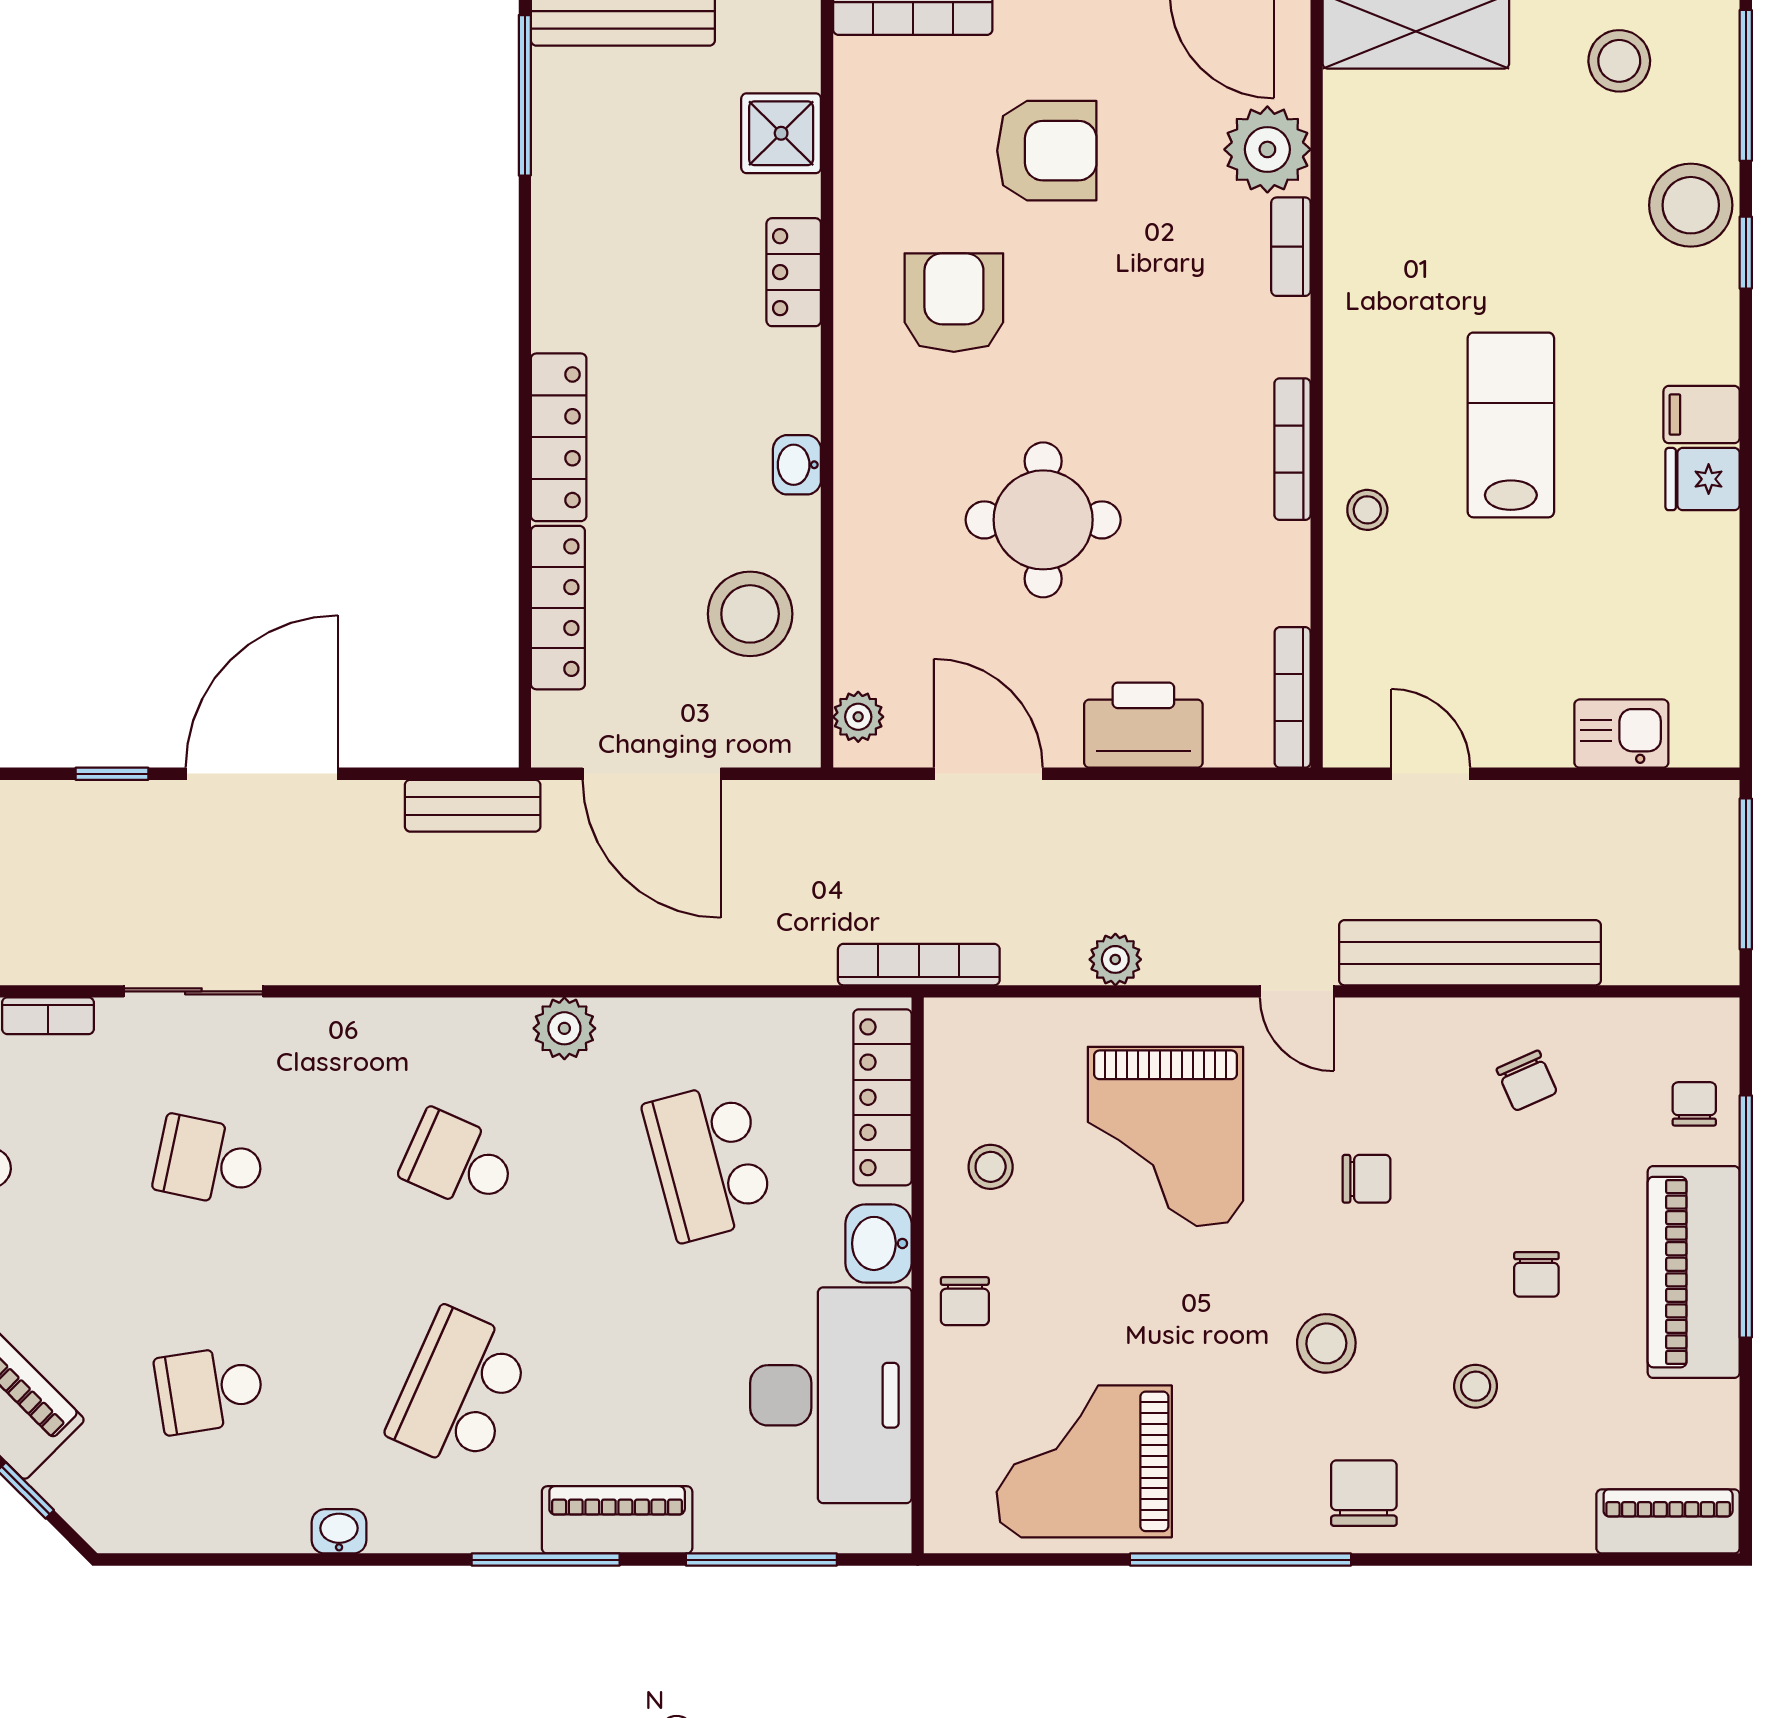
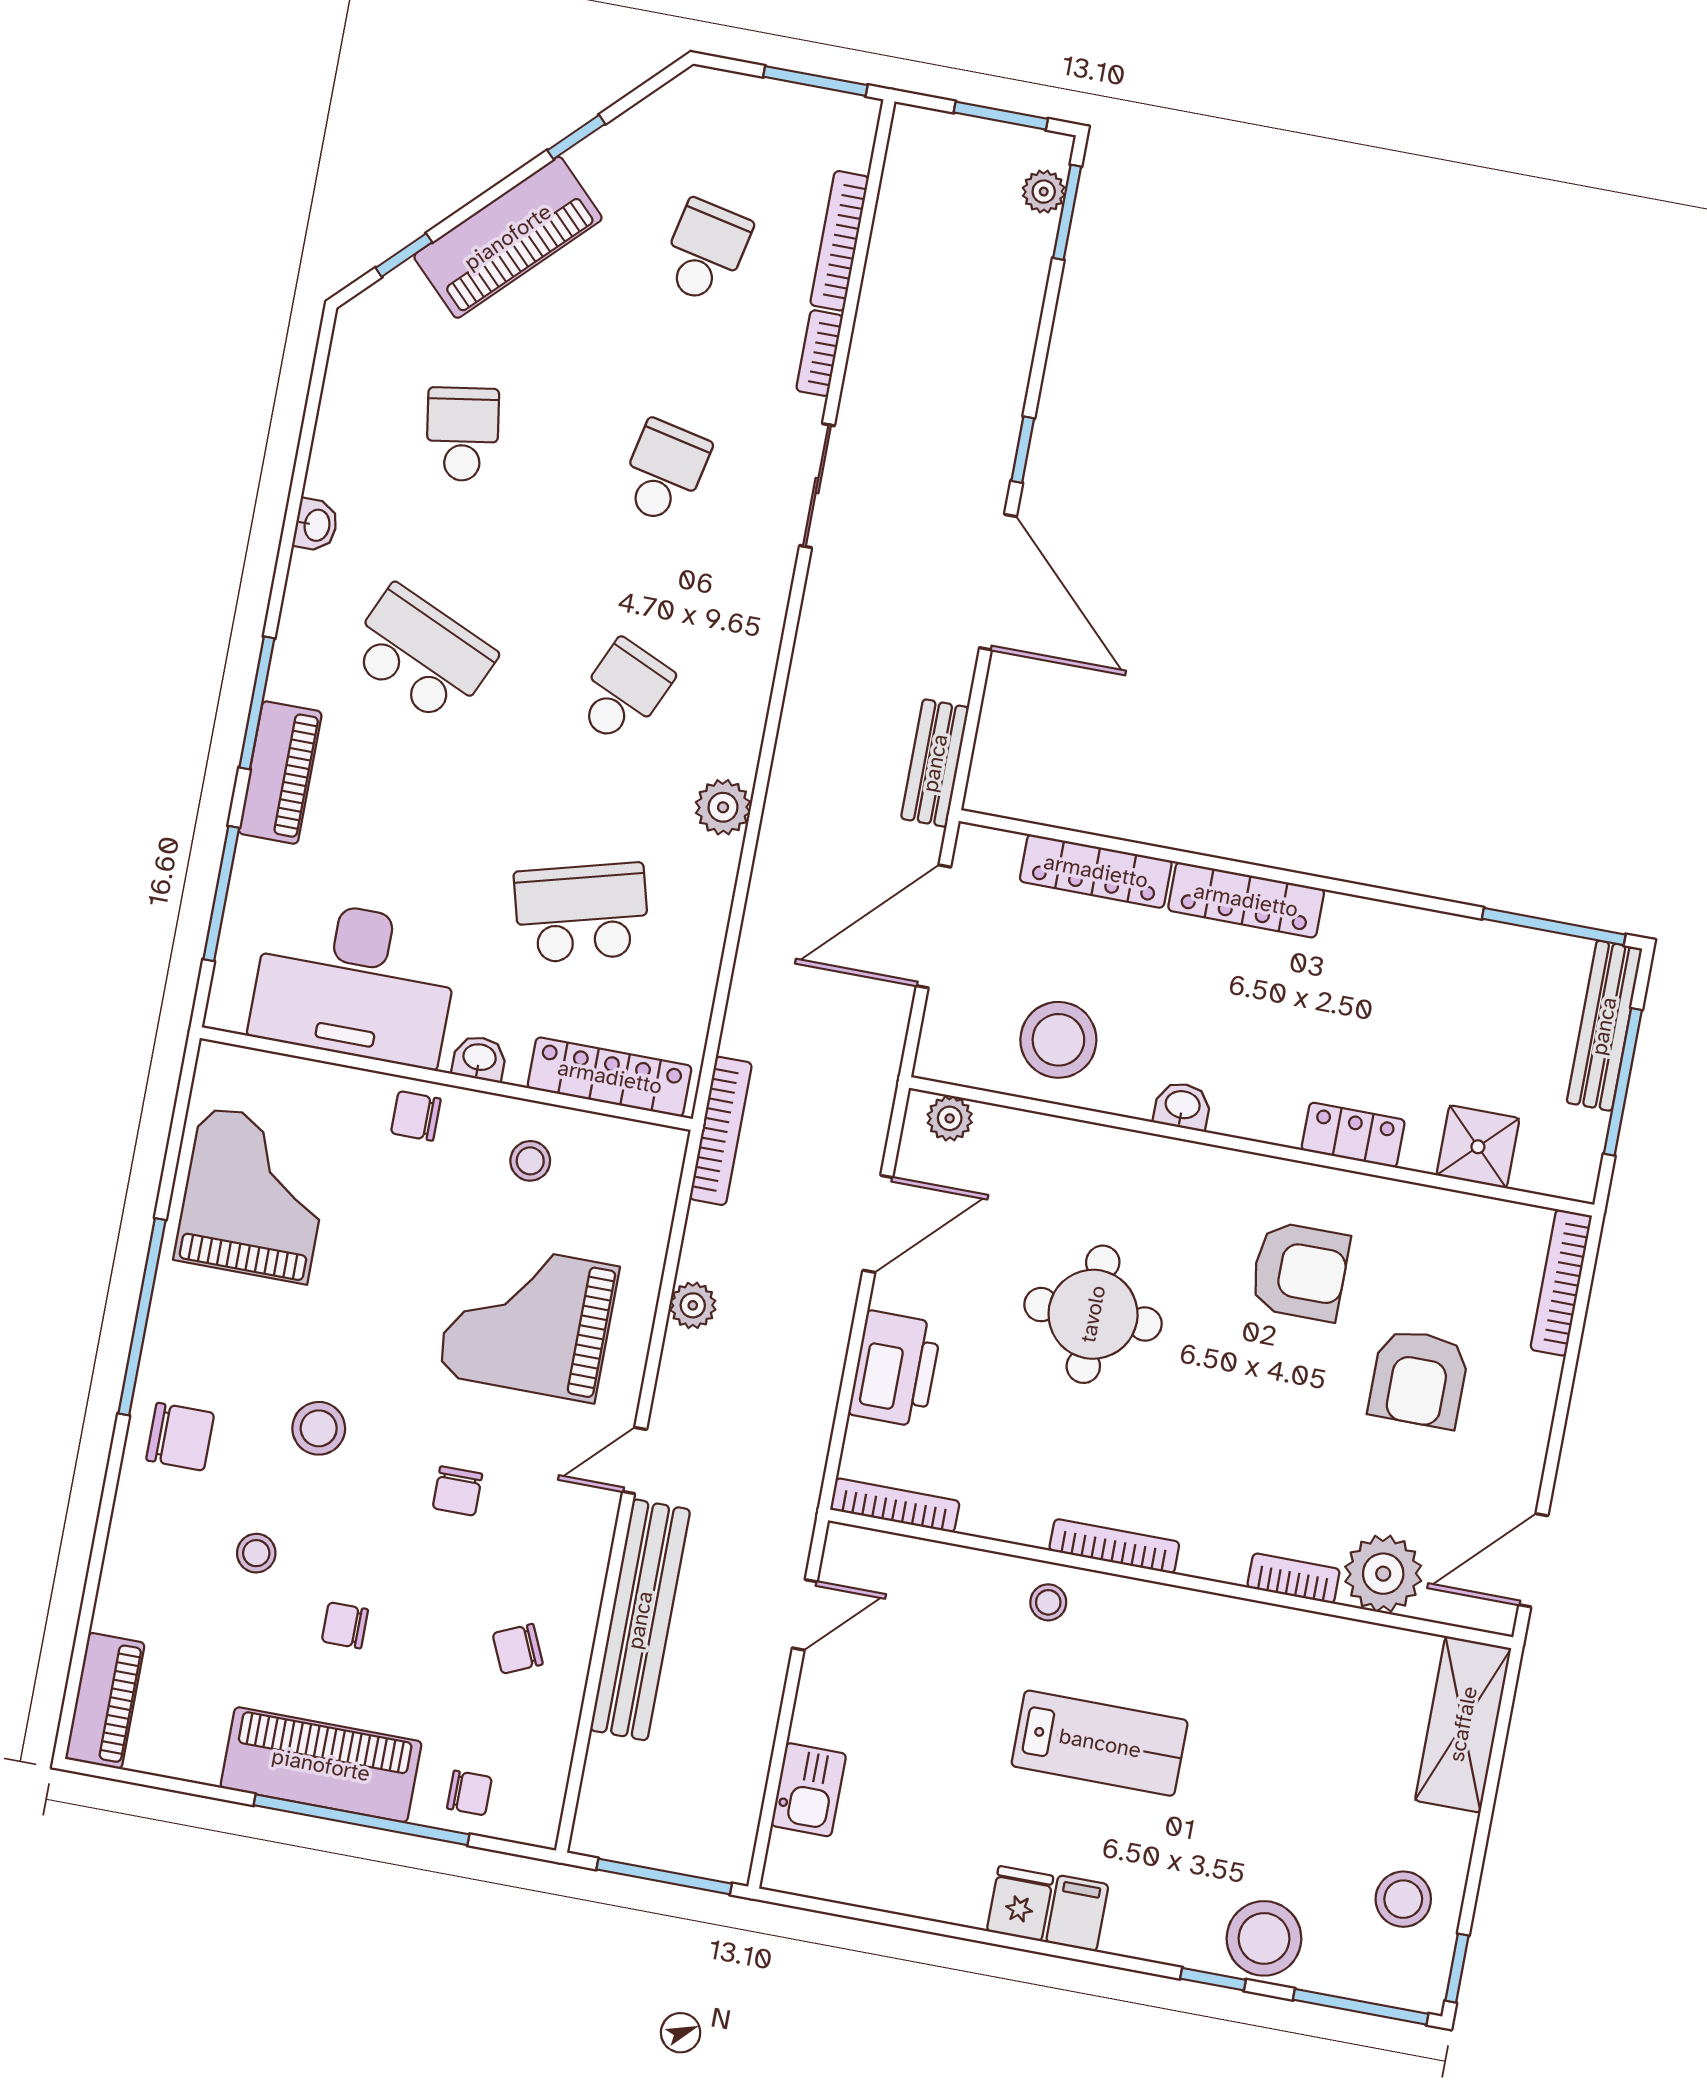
washbasin: (879, 1243) -> (479, 1058), width x0.72, depth x0.69

